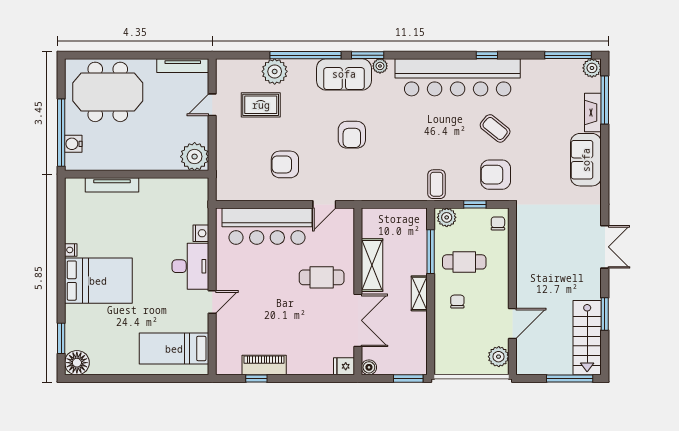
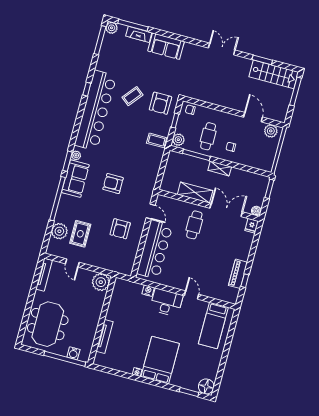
plant: (275, 71) -> (59, 231), moved
armchair: (352, 135) -> (113, 184), turned 180

